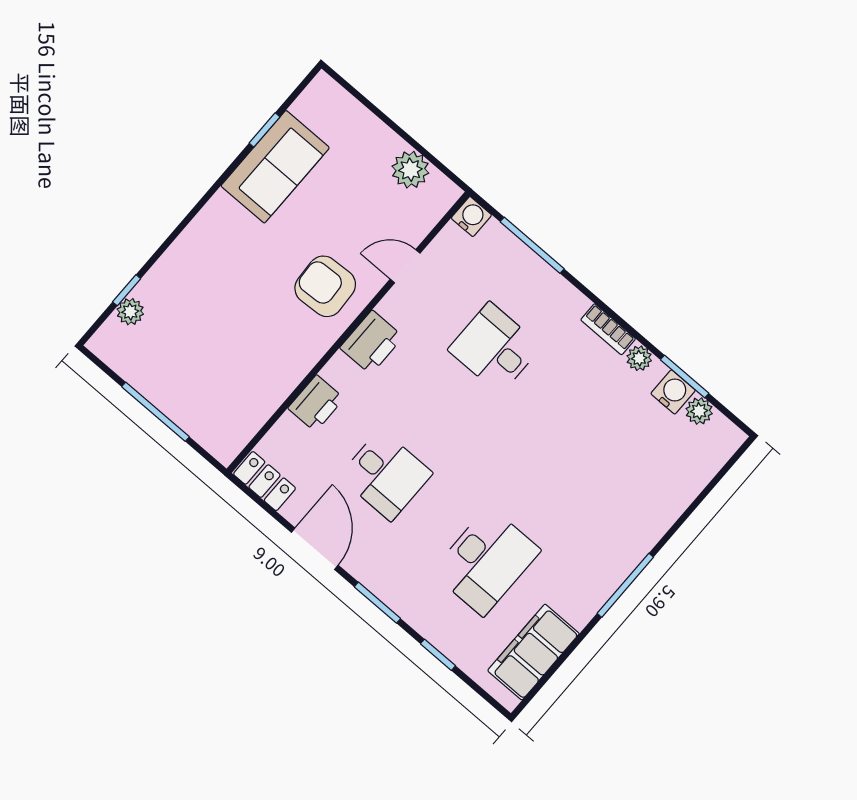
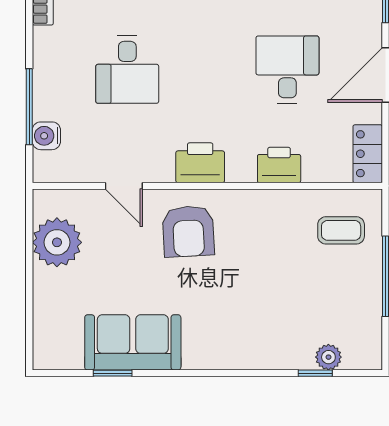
plant: (410, 170) -> (57, 242), width x1.36, depth x1.36
water cooler: (471, 217) -> (46, 136), moved
coffee table: (222, 408) -> (341, 230), added

